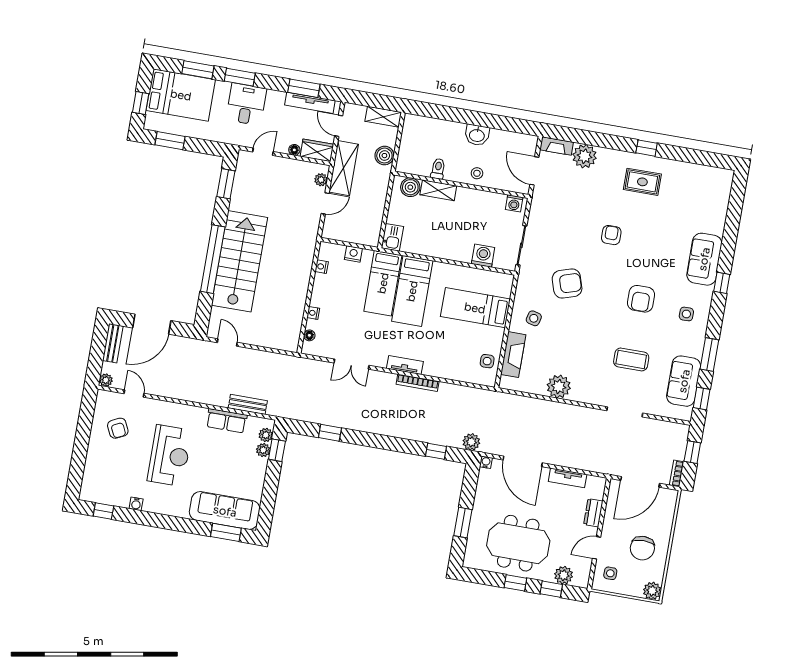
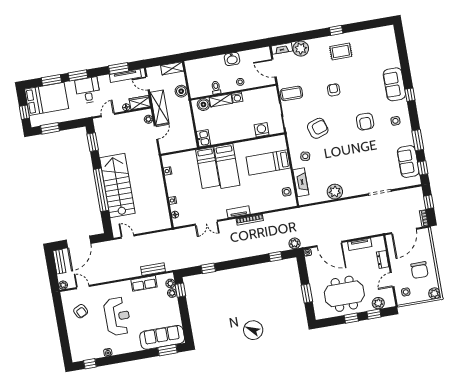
washing machine: (514, 203) -> (237, 97), moved
nightstand: (353, 254) -> (184, 157), removed
coffee table: (631, 359) -> (291, 93), moved

